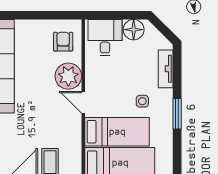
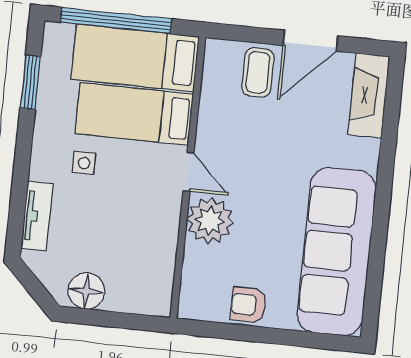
desk: (105, 38) -> (138, 282), removed
armchair: (63, 42) -> (248, 305), moved, turned 90
window: (177, 114) -> (30, 82), moved

